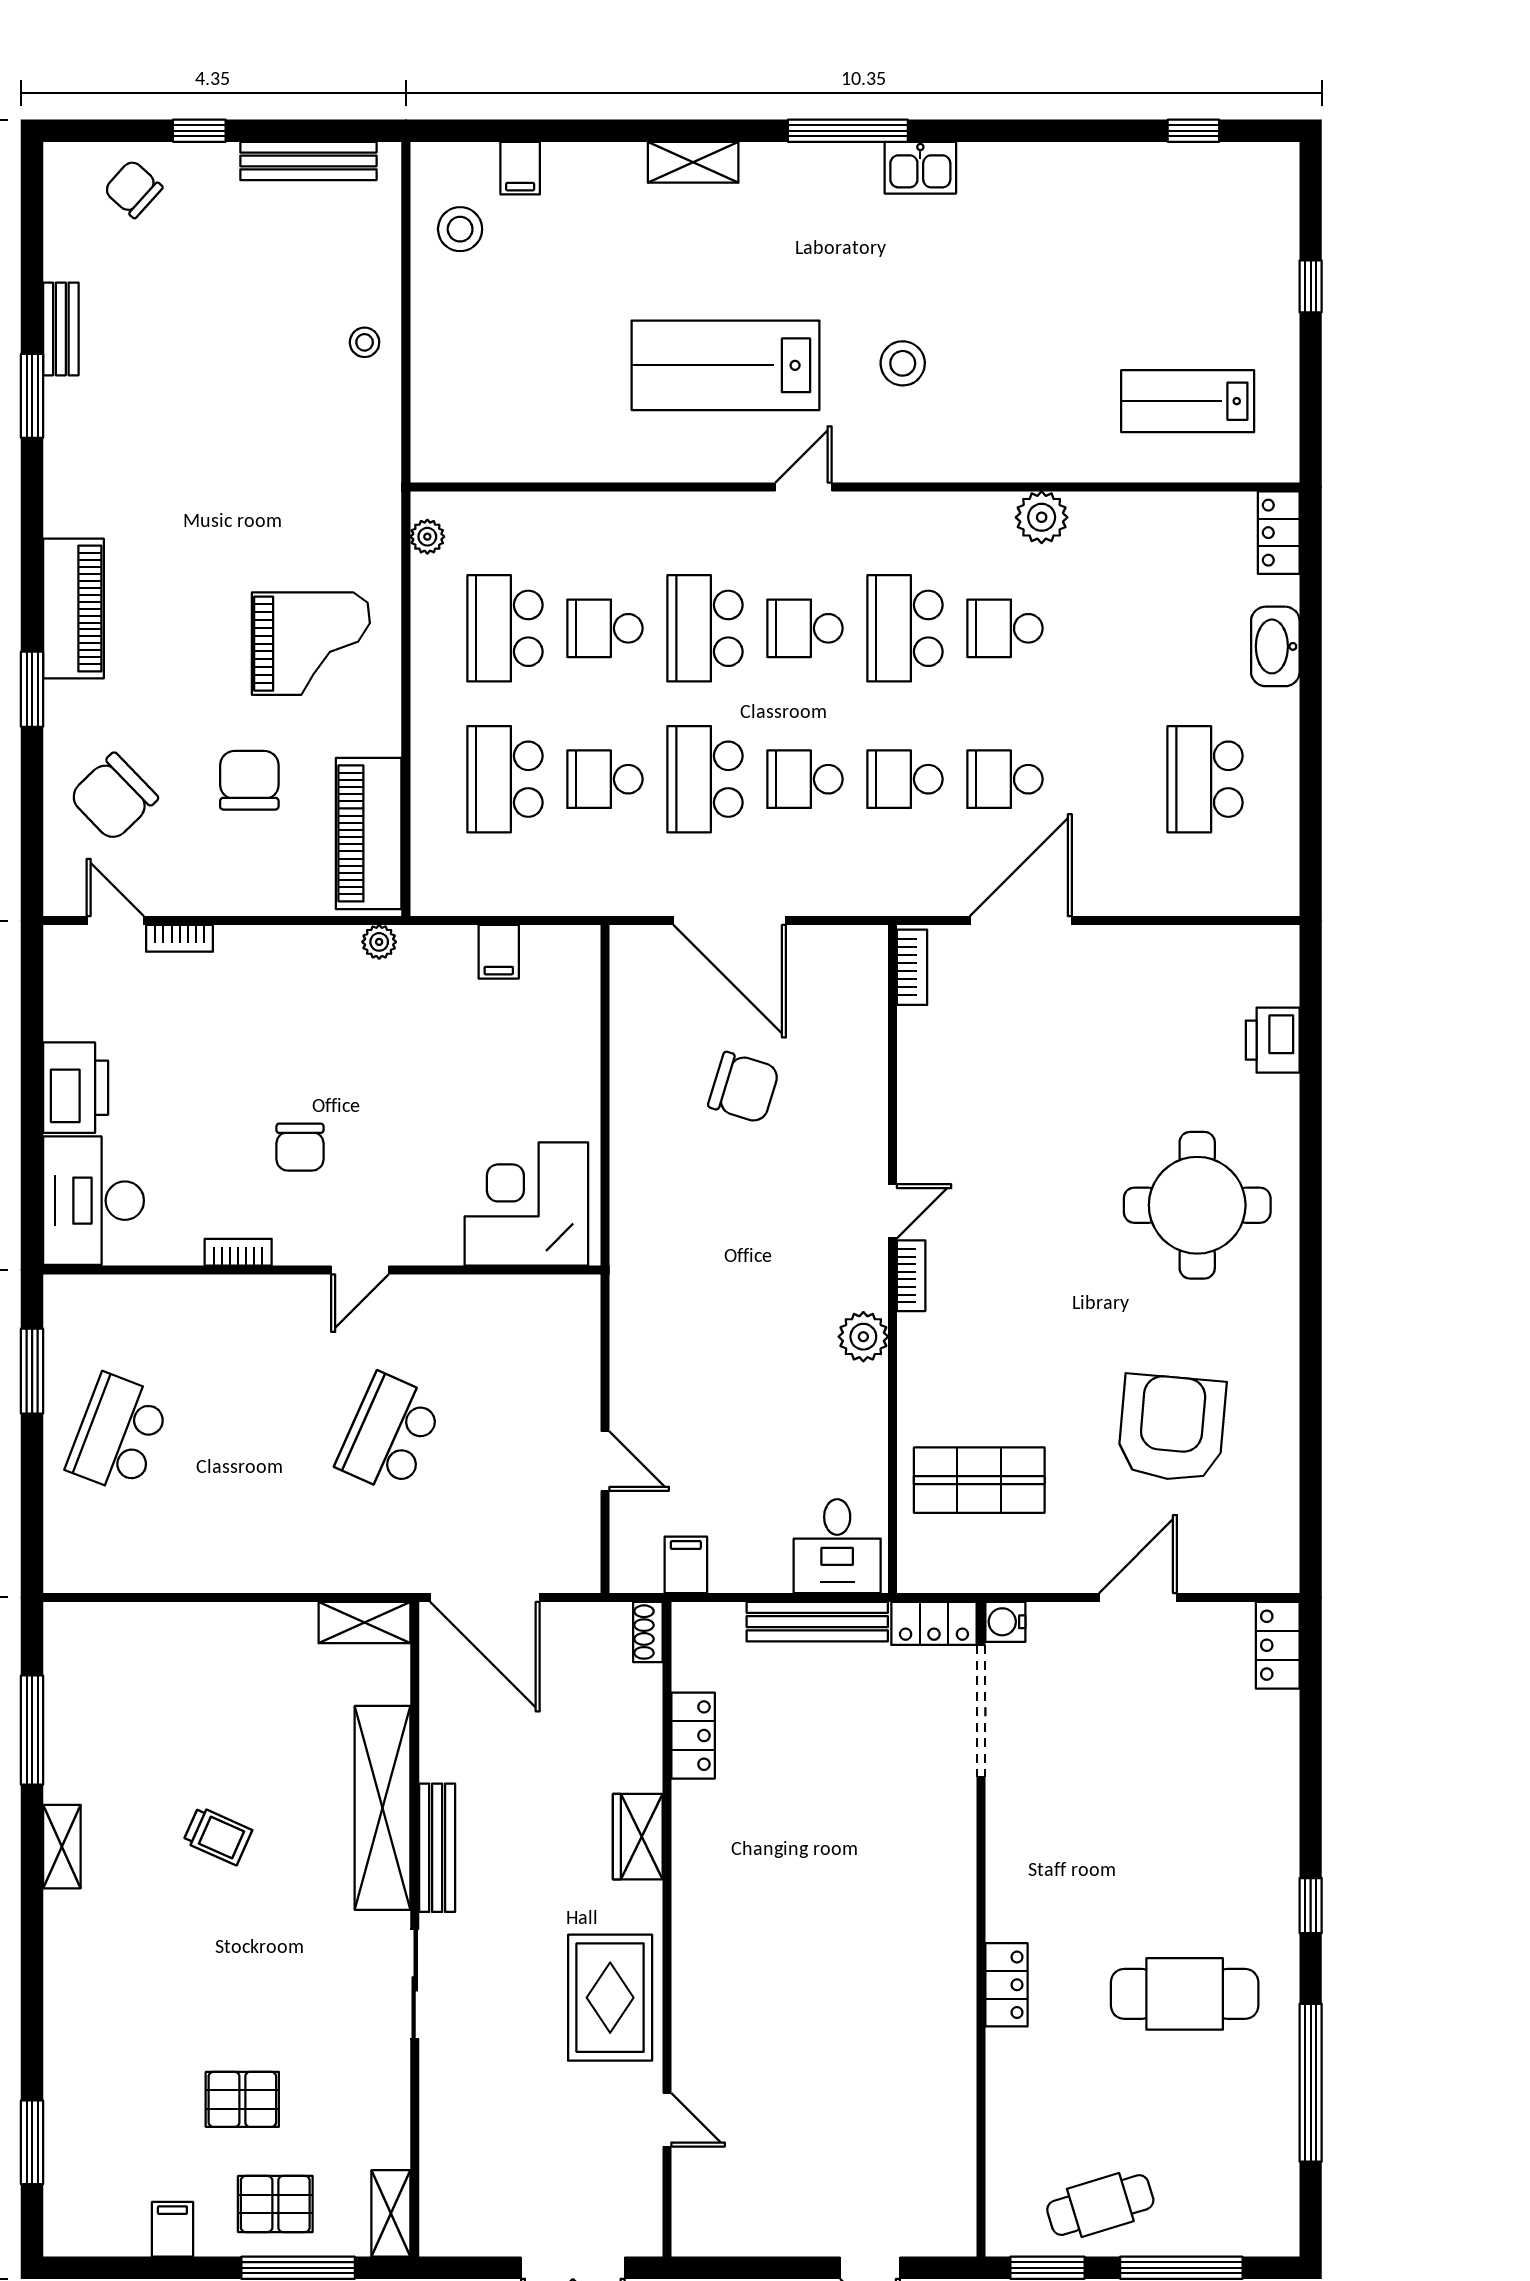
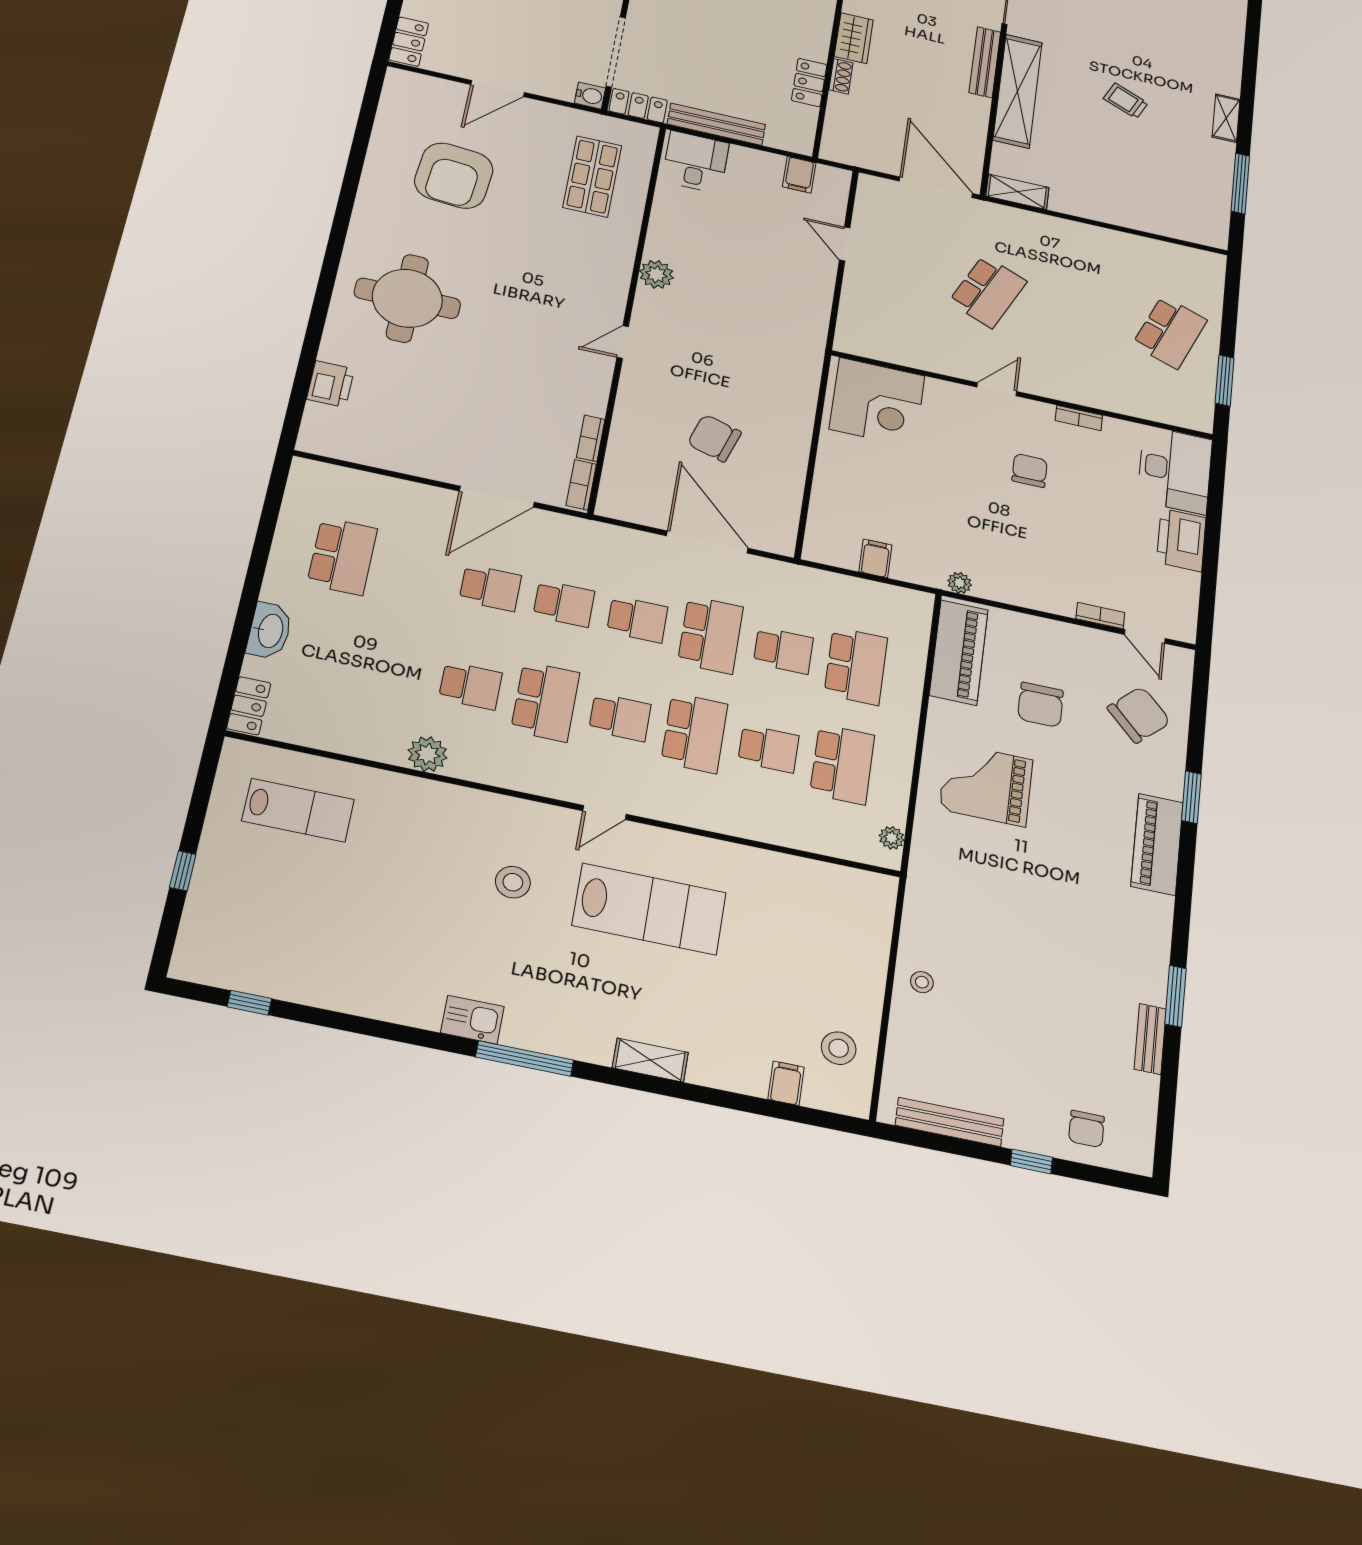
chair: (133, 189) -> (1086, 1129), turned 48
bookcase: (911, 1276) -> (591, 438), moved
shop shelf: (979, 1480) -> (592, 176), turned 90
shoe rack: (648, 1632) -> (841, 76), moved

